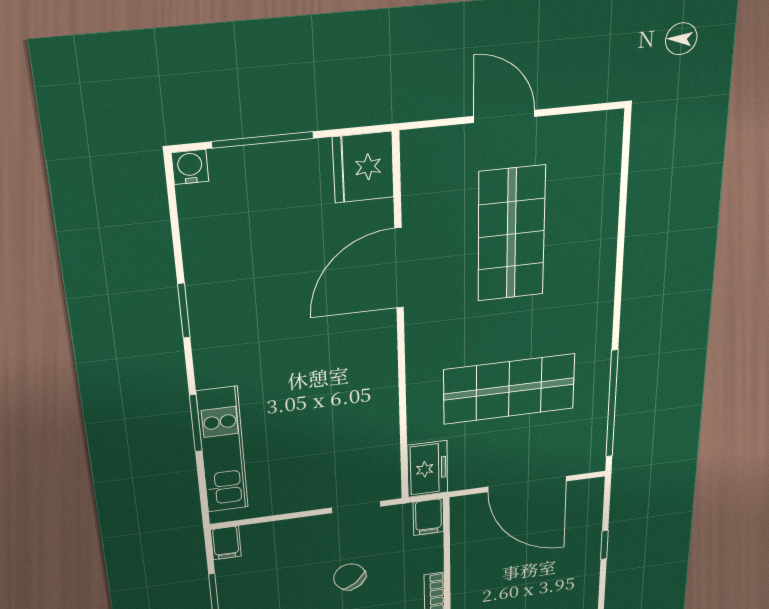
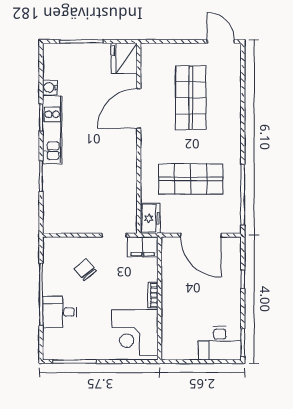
door: (504, 116) -> (221, 41), moved
water cooler: (190, 167) -> (50, 87), moved, turned -90
kitchen unit: (223, 450) -> (52, 130), moved
filing cabinet: (428, 517) -> (143, 247), width x2.00
filing cabinet: (226, 543) -> (50, 246), removed
chair: (350, 577) -> (85, 270), moved

